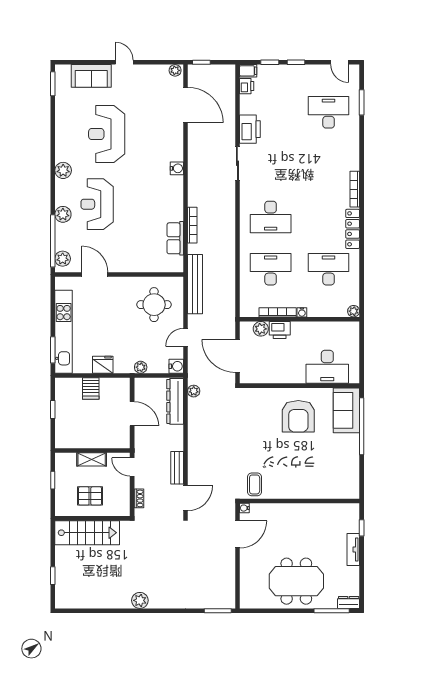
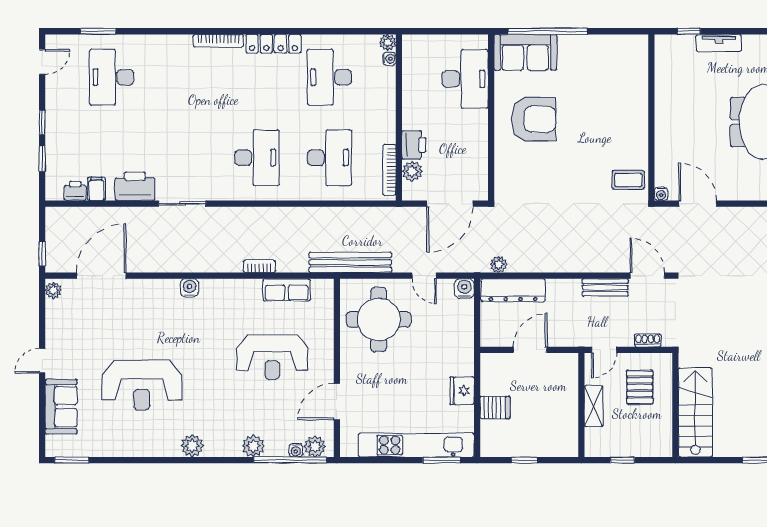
filing cabinet: (248, 71) -> (96, 189), moved
reception desk: (97, 204) -> (272, 357), moved
bookcase: (192, 225) -> (259, 266), width x0.64
water cooler: (60, 245) -> (296, 450), added
desk: (271, 269) -> (329, 158), turned 180
round table: (154, 305) -> (379, 319), width x1.36, depth x1.36
bookcase: (278, 312) -> (389, 170), moved
water cooler: (302, 312) -> (389, 59), moved
plant: (141, 367) -> (466, 338), removed
pallet: (90, 496) -> (640, 387), moved

